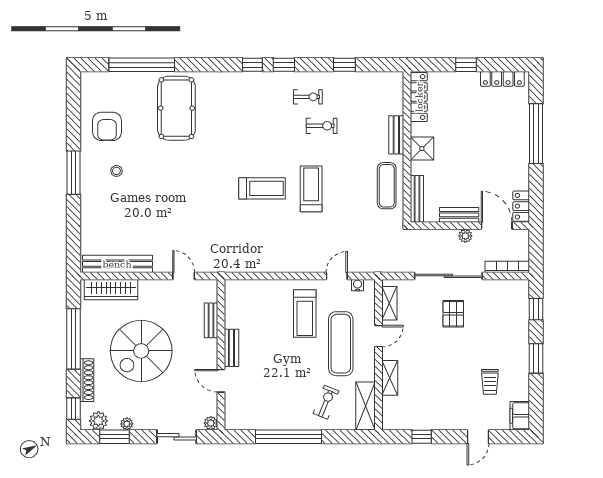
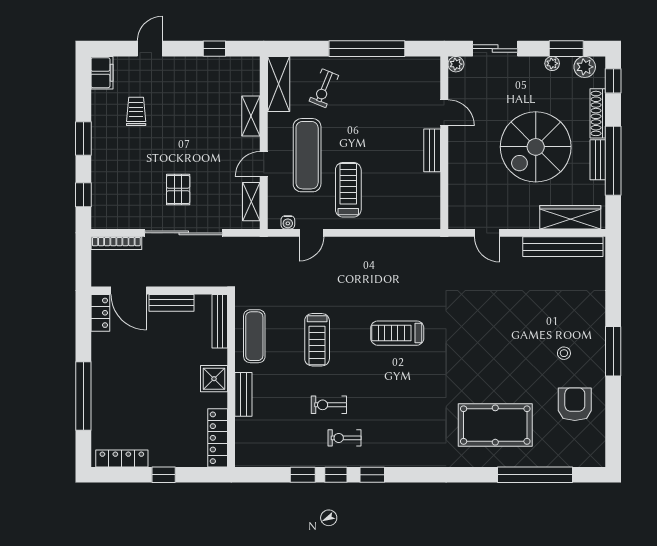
window: (252, 65) -> (336, 475), moved
pool table: (176, 108) -> (495, 425), turned 90
treadmill: (311, 189) -> (317, 340), moved
plant: (465, 236) -> (164, 279), removed
bench: (211, 320) -> (598, 160), moved
spiral stairs: (141, 351) -> (536, 147), turned 180

